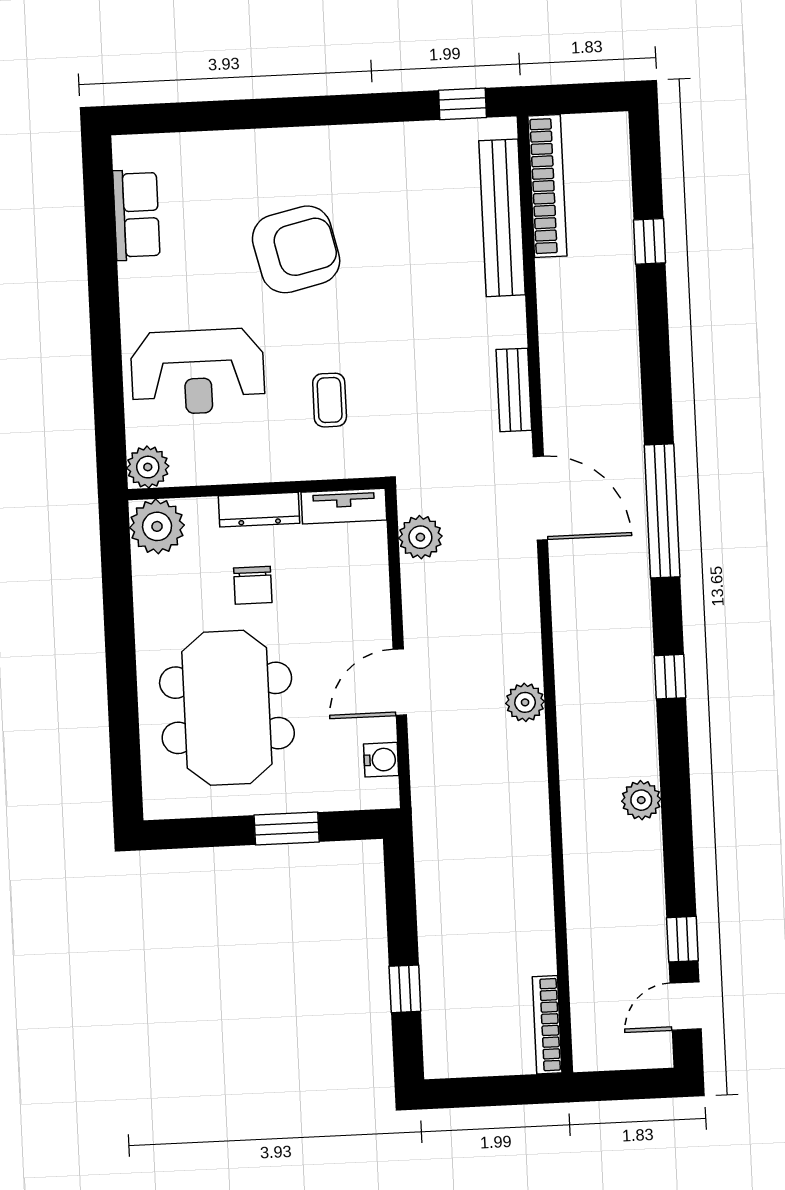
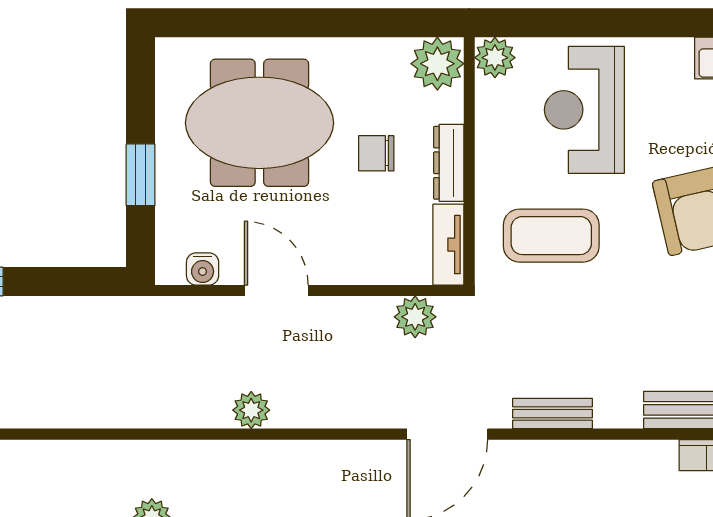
coffee table: (330, 400) -> (551, 236), width x1.86, depth x1.72

